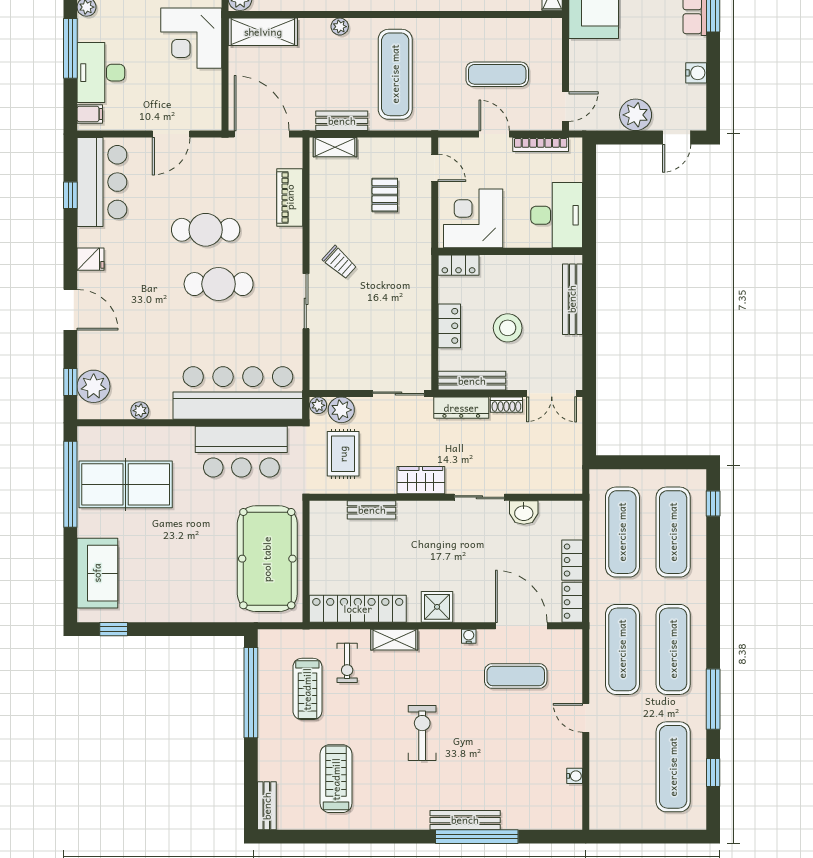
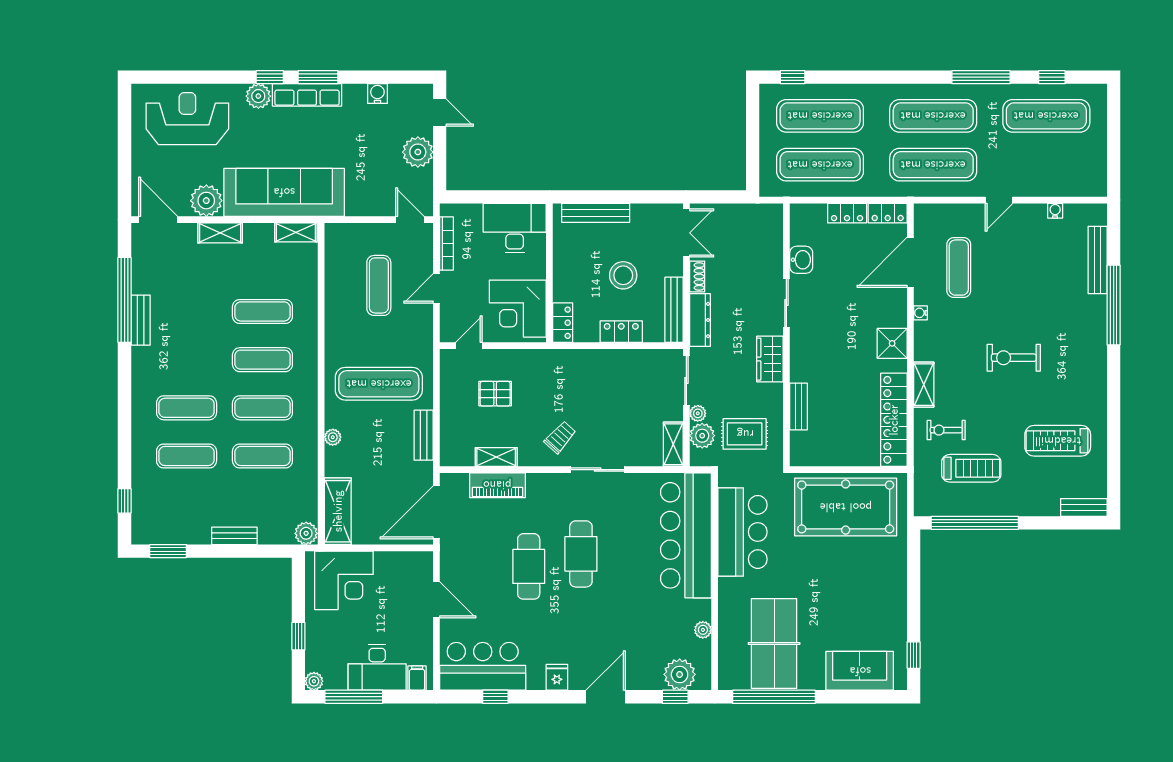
shelving: (335, 147) -> (496, 457), moved, turned 90
shelving: (332, 380) -> (673, 444), added
plant: (318, 405) -> (698, 413), moved
exercise bike: (347, 663) -> (946, 430), turned 180
bench: (465, 820) -> (1098, 260), moved

